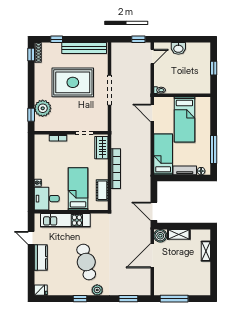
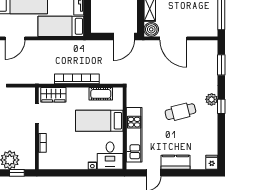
cafe table: (86, 262) -> (180, 112), width x0.73, depth x0.74
window: (80, 299) -> (221, 106), moved

